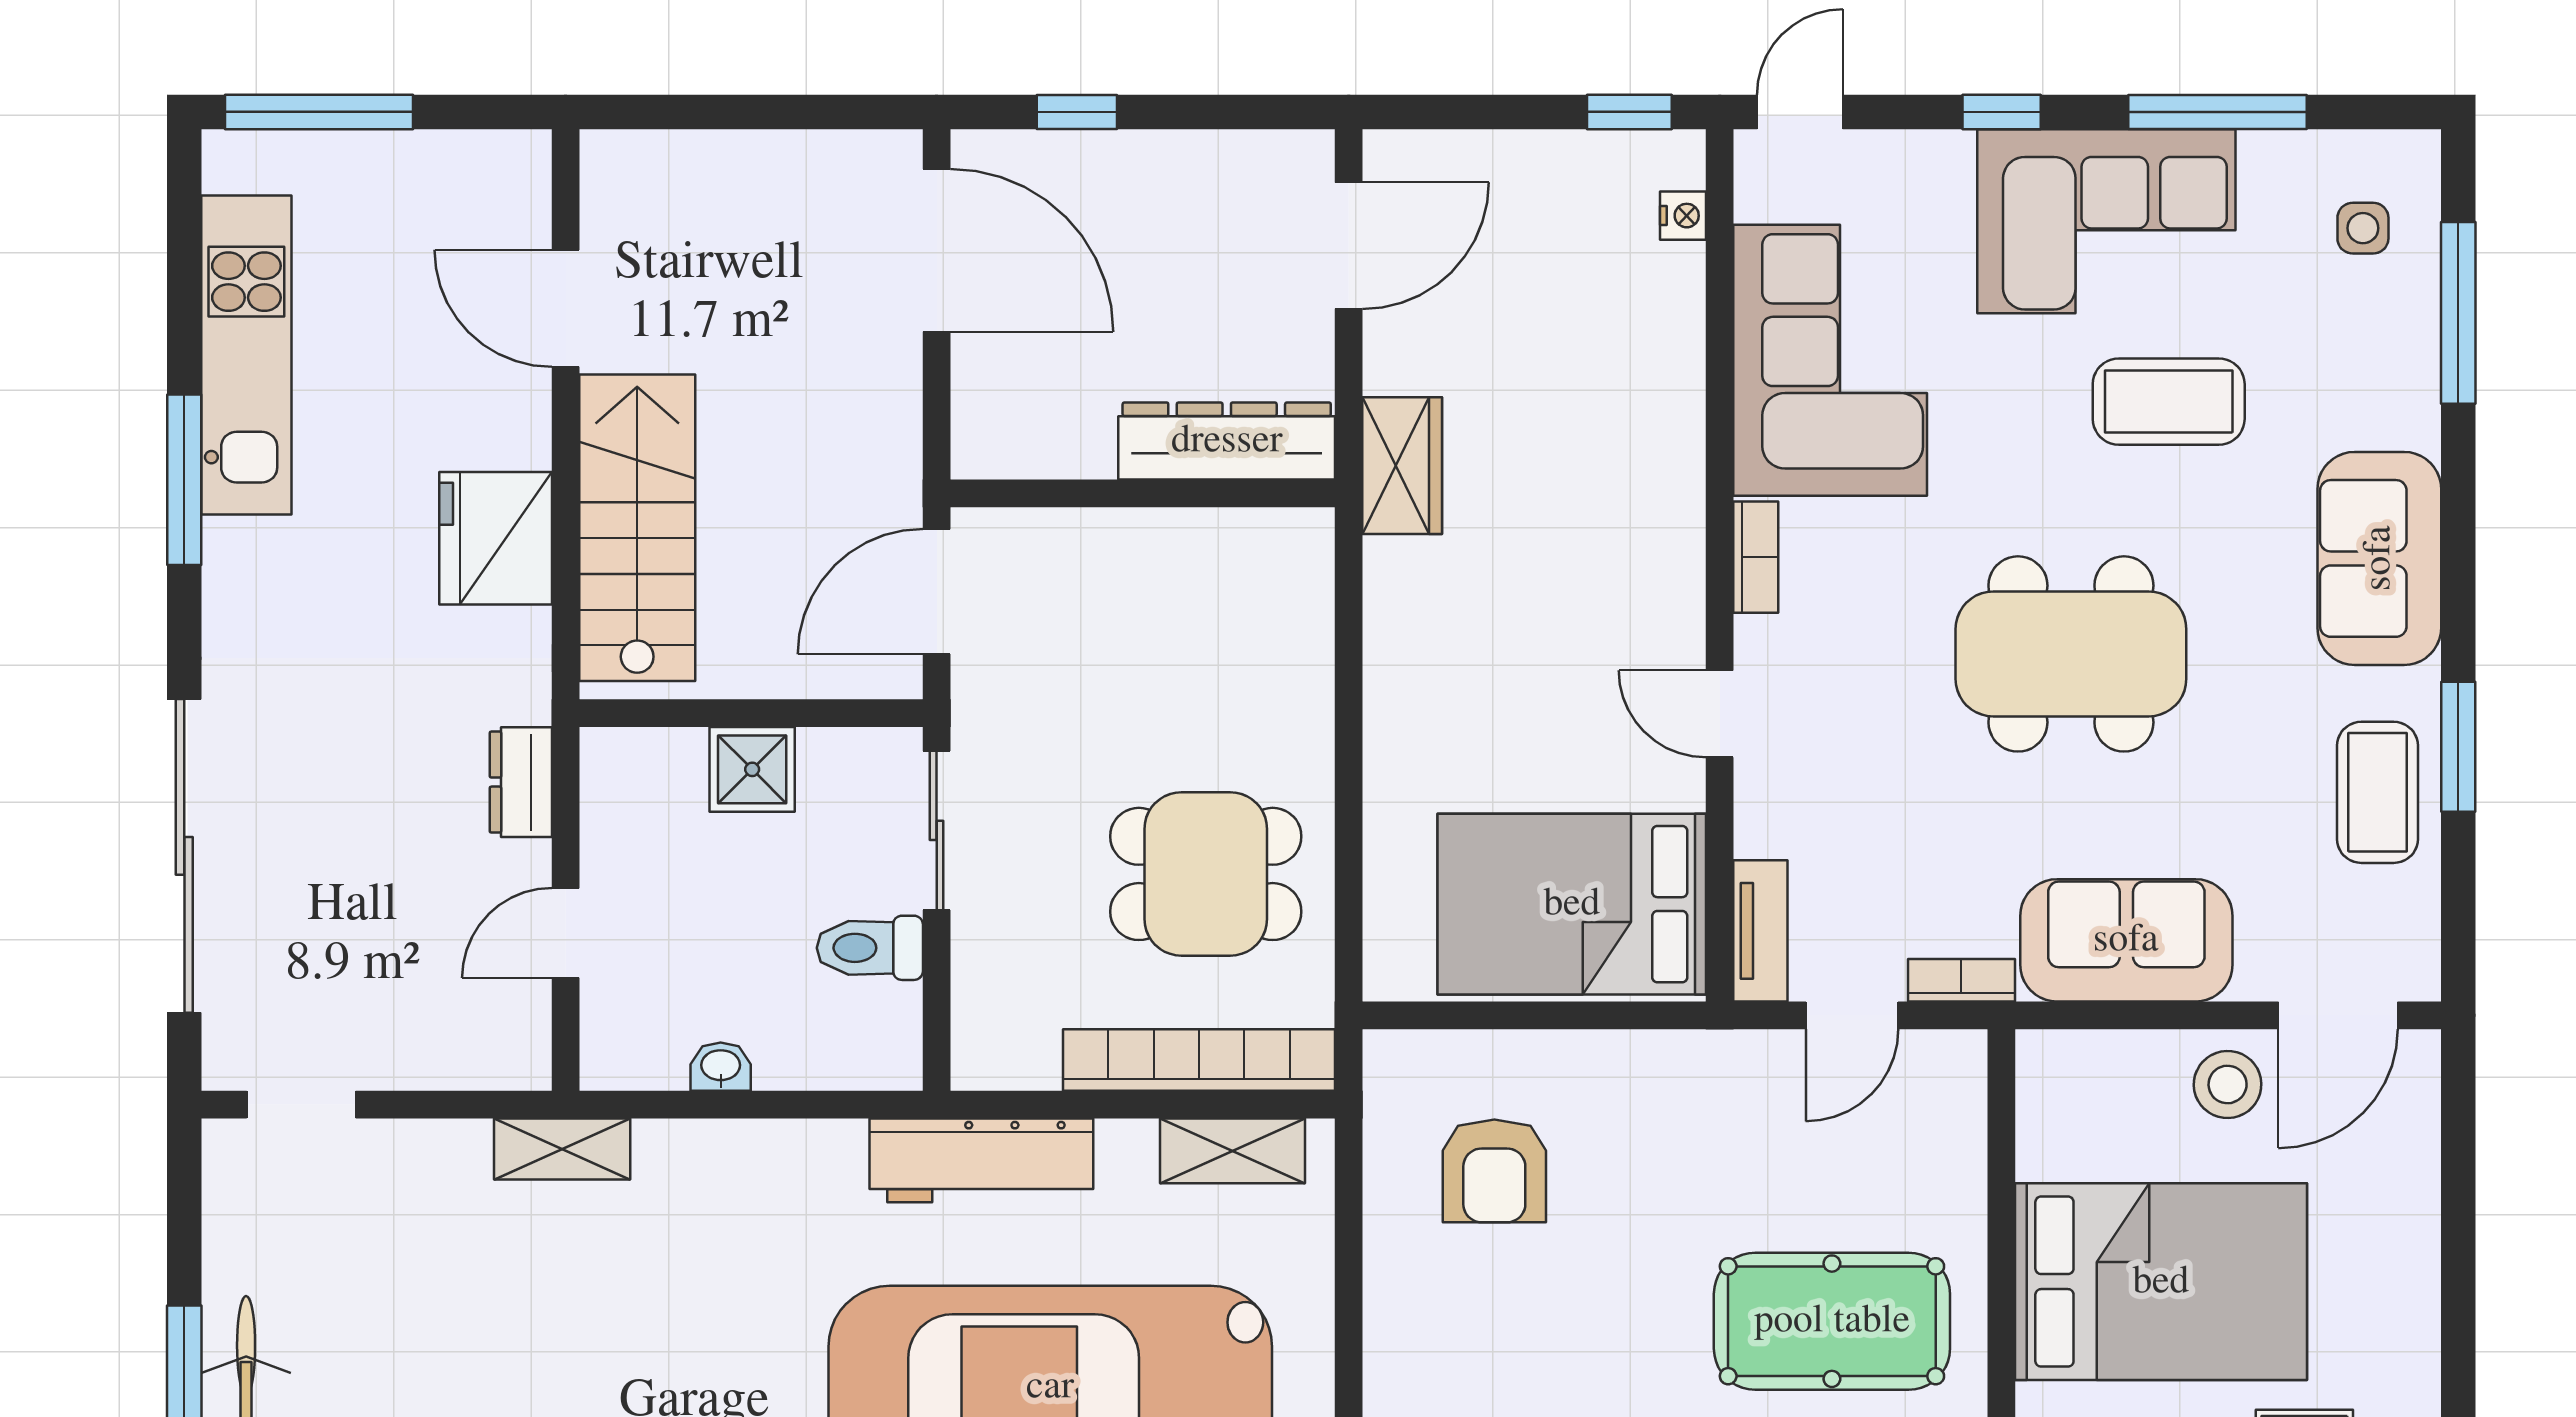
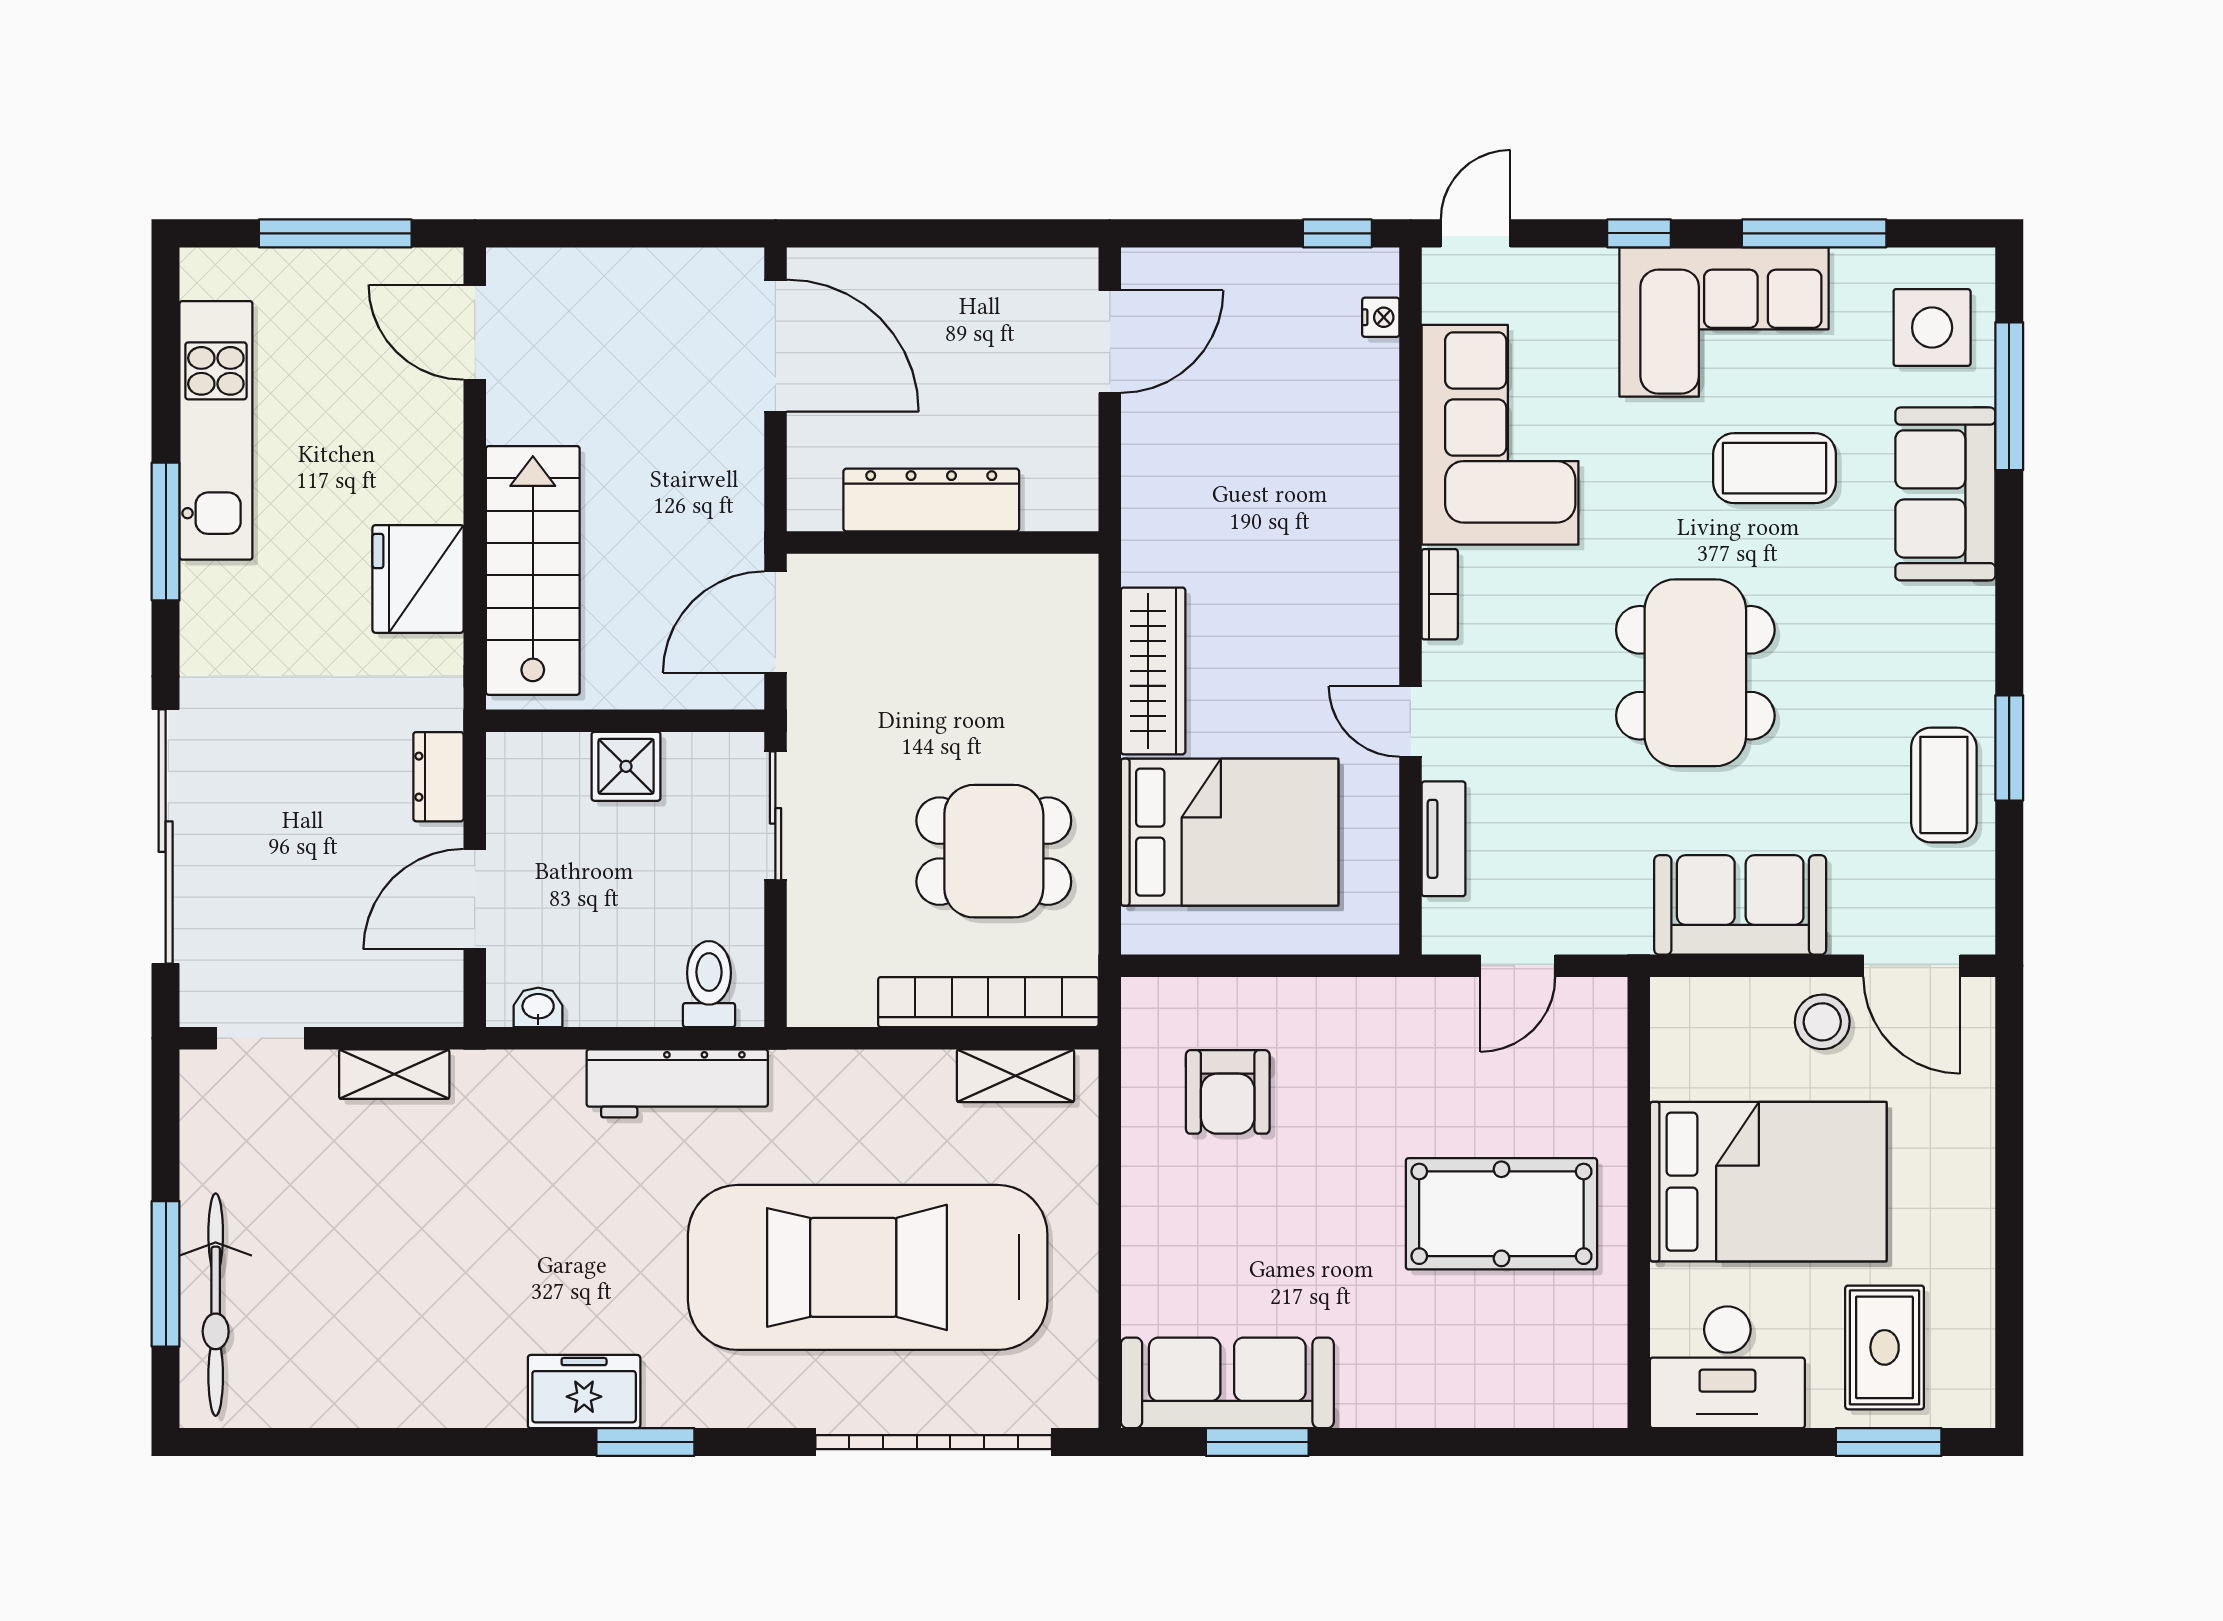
window: (319, 112) -> (335, 233), moved
window: (1077, 112) -> (889, 233), removed
side table: (2363, 228) -> (1932, 328), width x1.87, depth x1.87
door: (566, 308) -> (475, 332), moved
dresser: (1227, 441) -> (931, 500), moved
wardrobe: (1402, 466) -> (1153, 671), moved, width x1.50
sofa: (2379, 558) -> (1945, 494), moved
dining table: (2071, 654) -> (1695, 673), turned 90
bed: (1572, 904) -> (1230, 832), moved, turned 180
tv unit: (1760, 931) -> (1444, 839), moved
door: (566, 933) -> (475, 899), width x1.38
toilet: (870, 948) -> (709, 984), moved, turned 90
bookcase: (1961, 980) -> (1606, 937), removed
door: (2338, 1015) -> (1912, 966), hinge flipped
washbasin: (721, 1067) -> (538, 1007), moved
shelving: (562, 1149) -> (394, 1074), moved
workbench: (981, 1160) -> (677, 1083), moved

